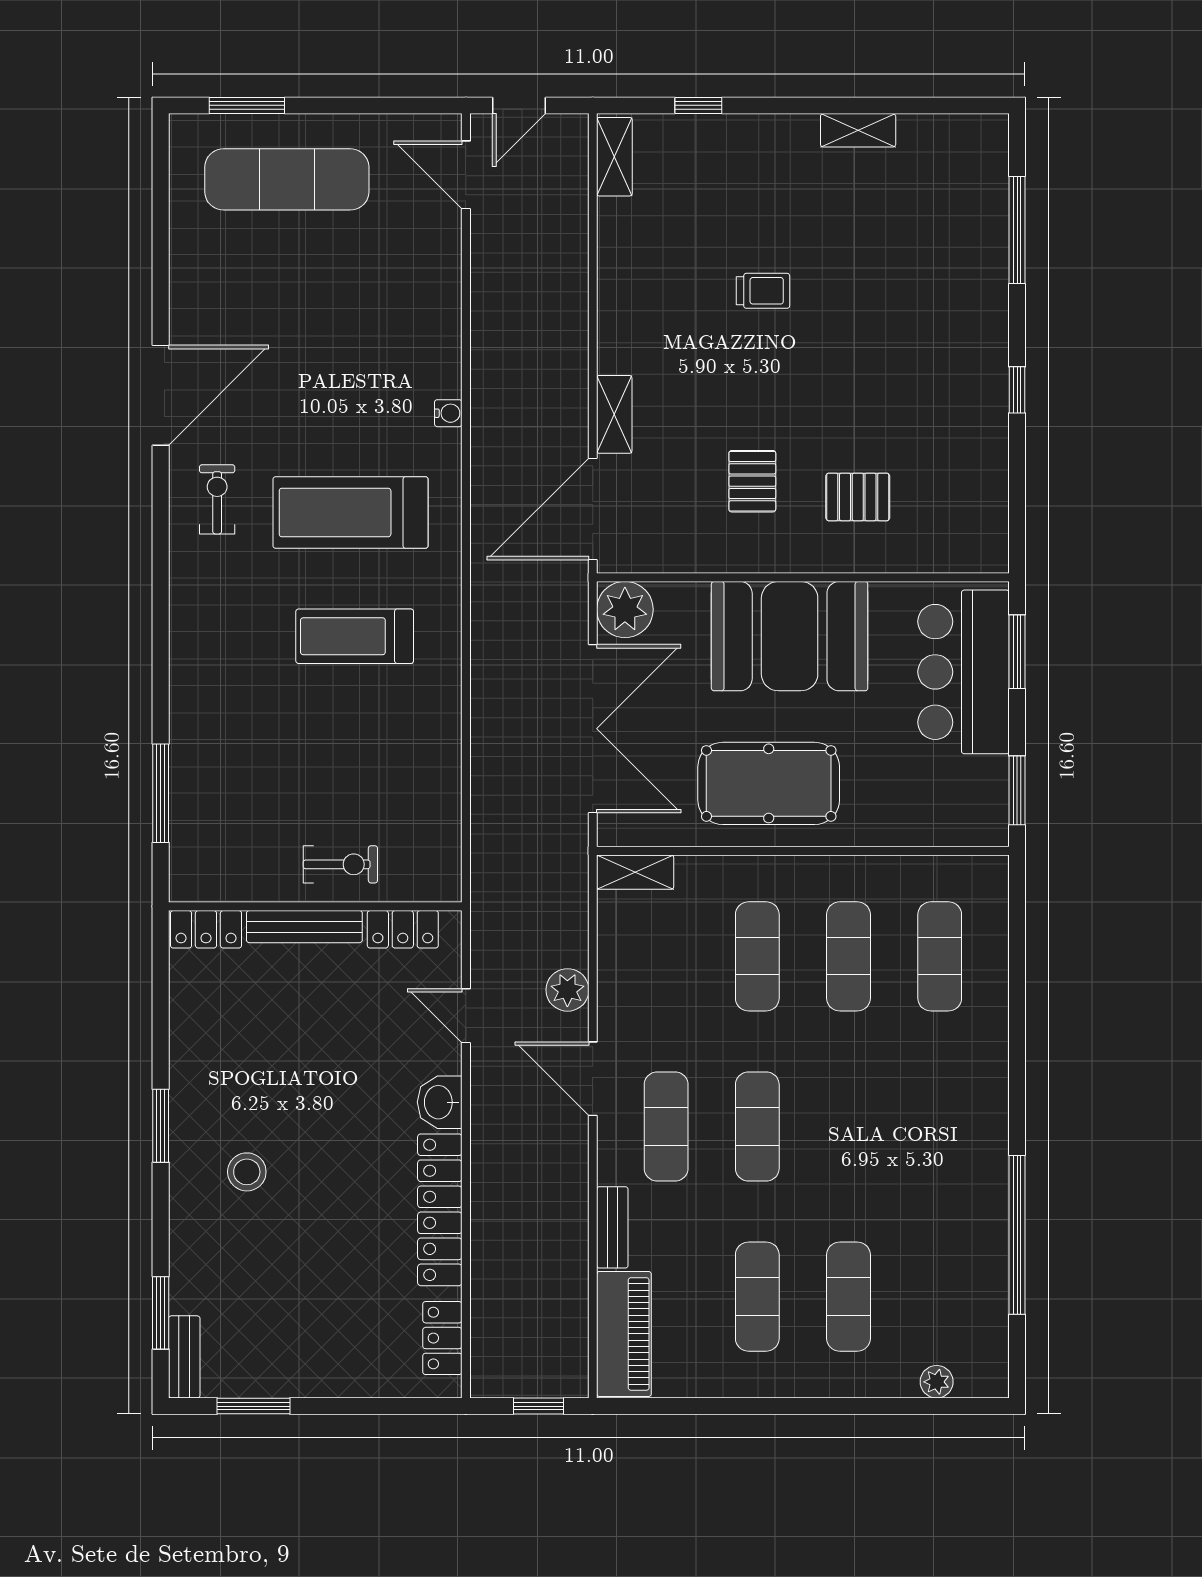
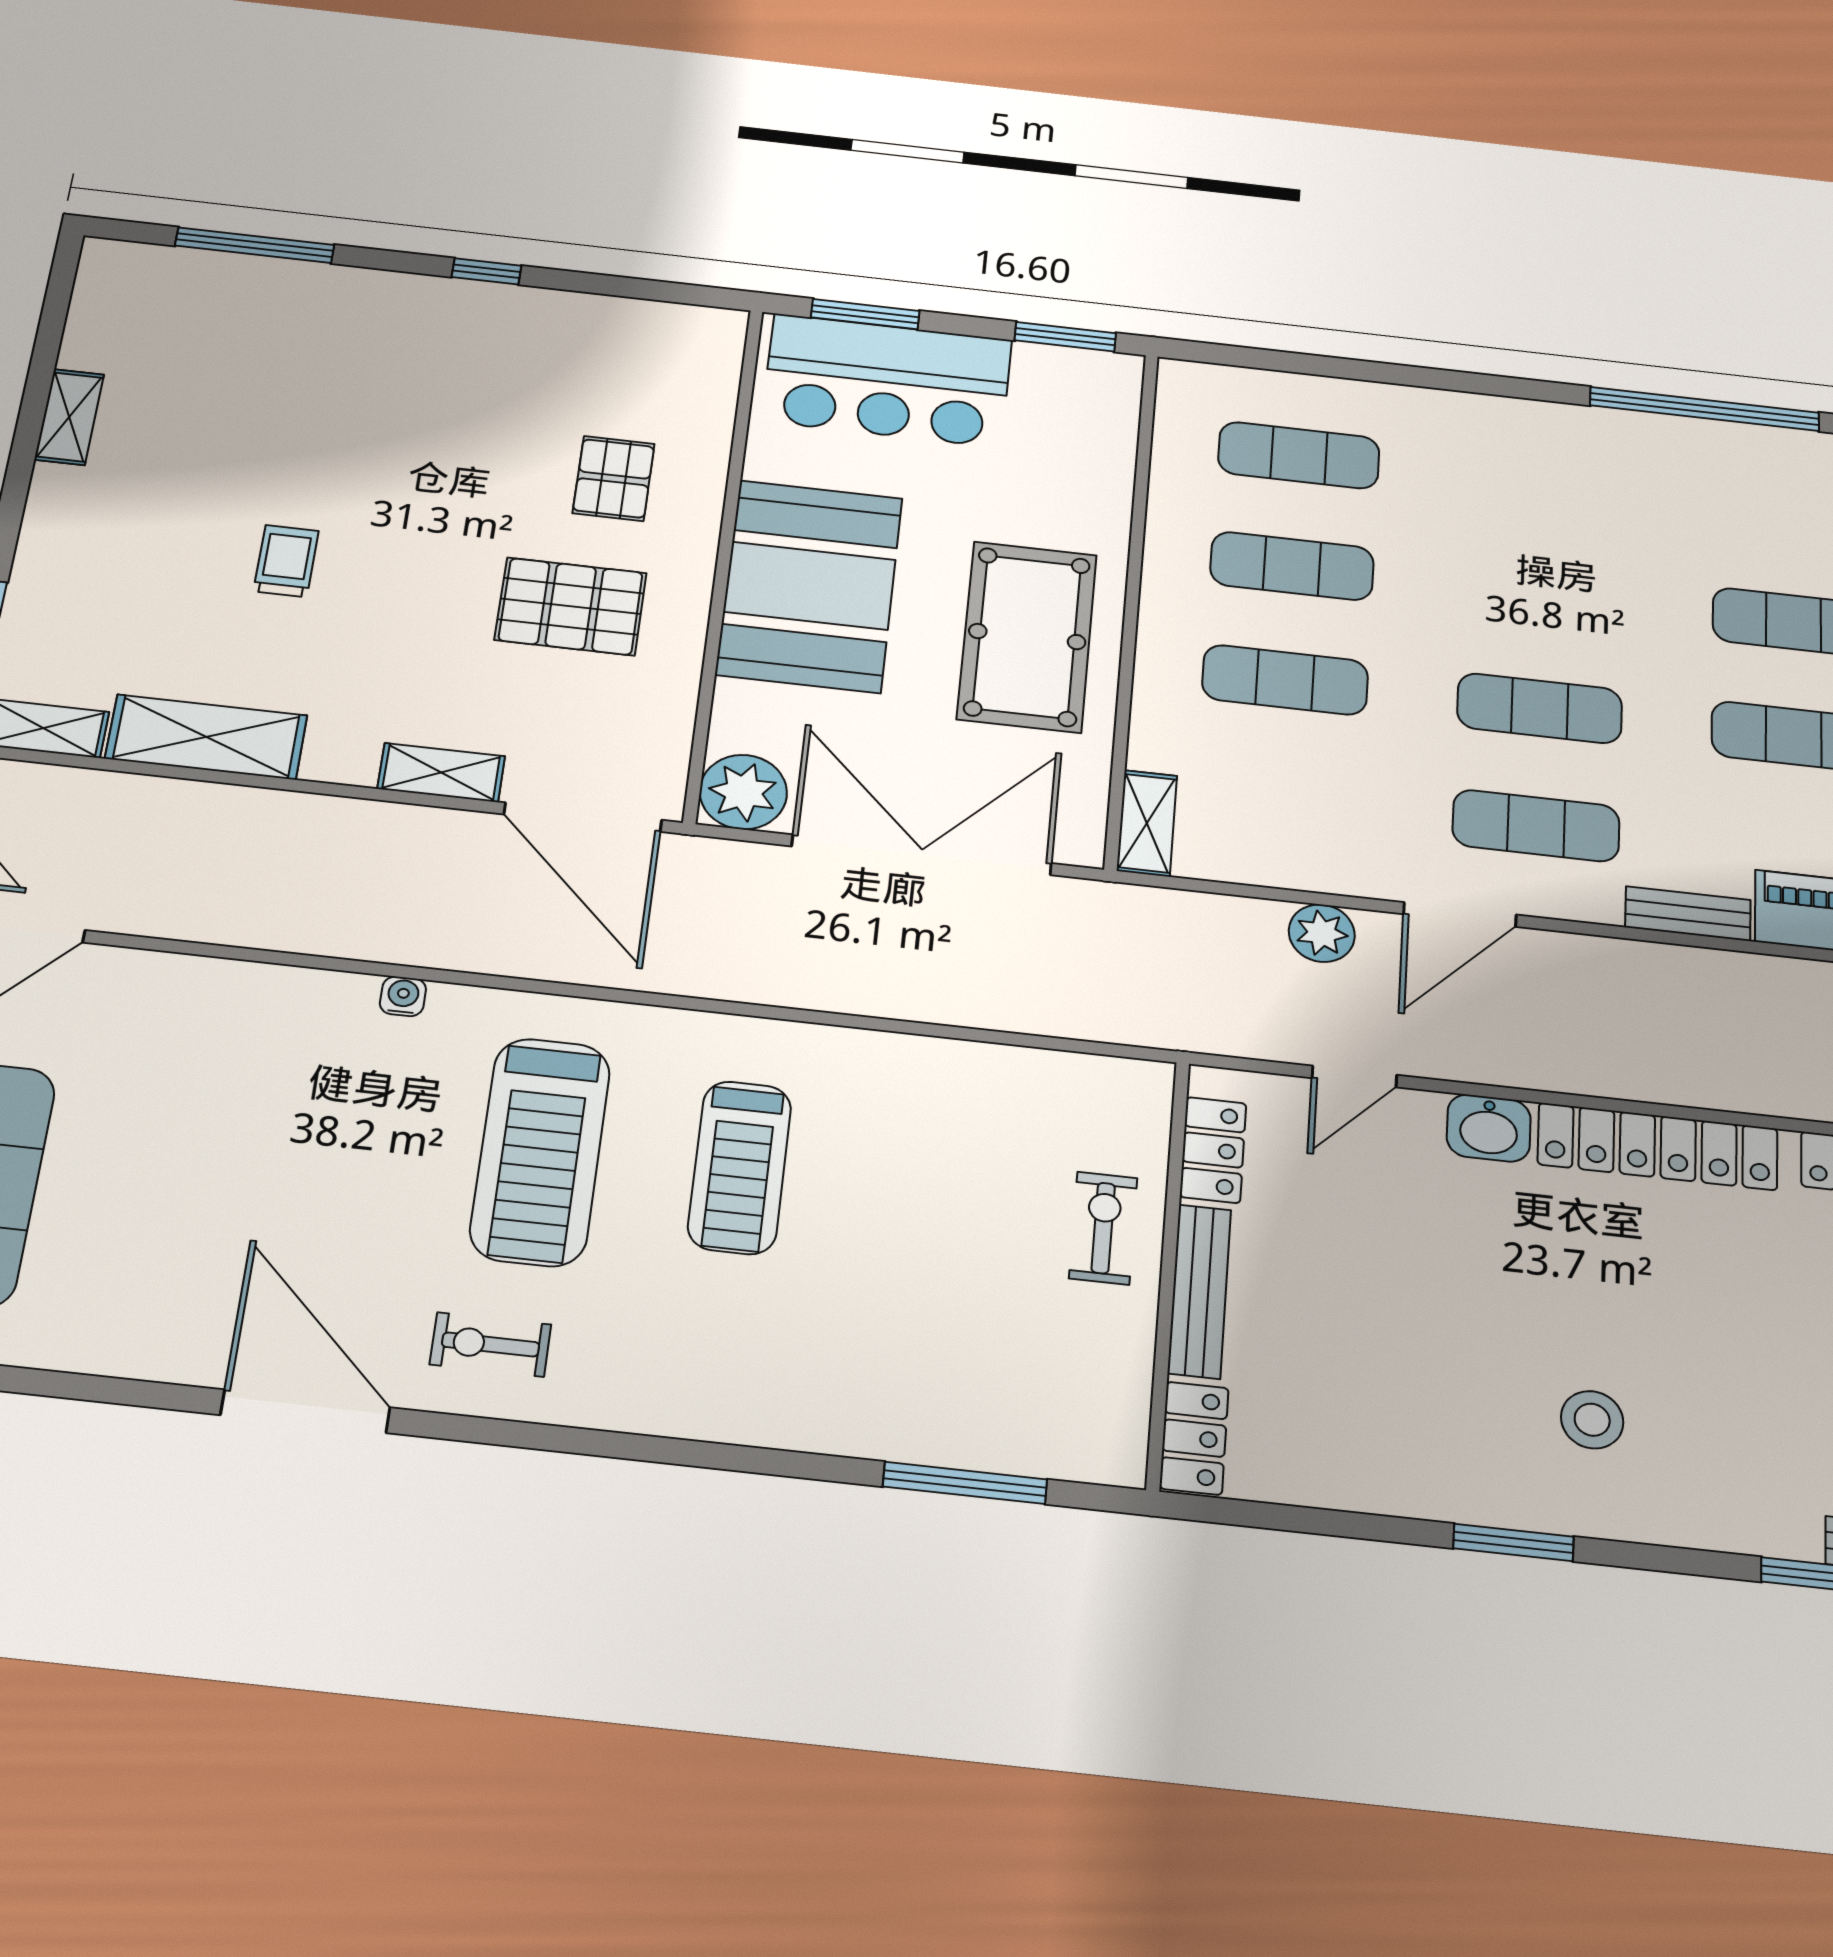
shelving: (621, 261) -> (206, 737), added
pallet: (752, 481) -> (571, 606), width x1.50, depth x1.42

